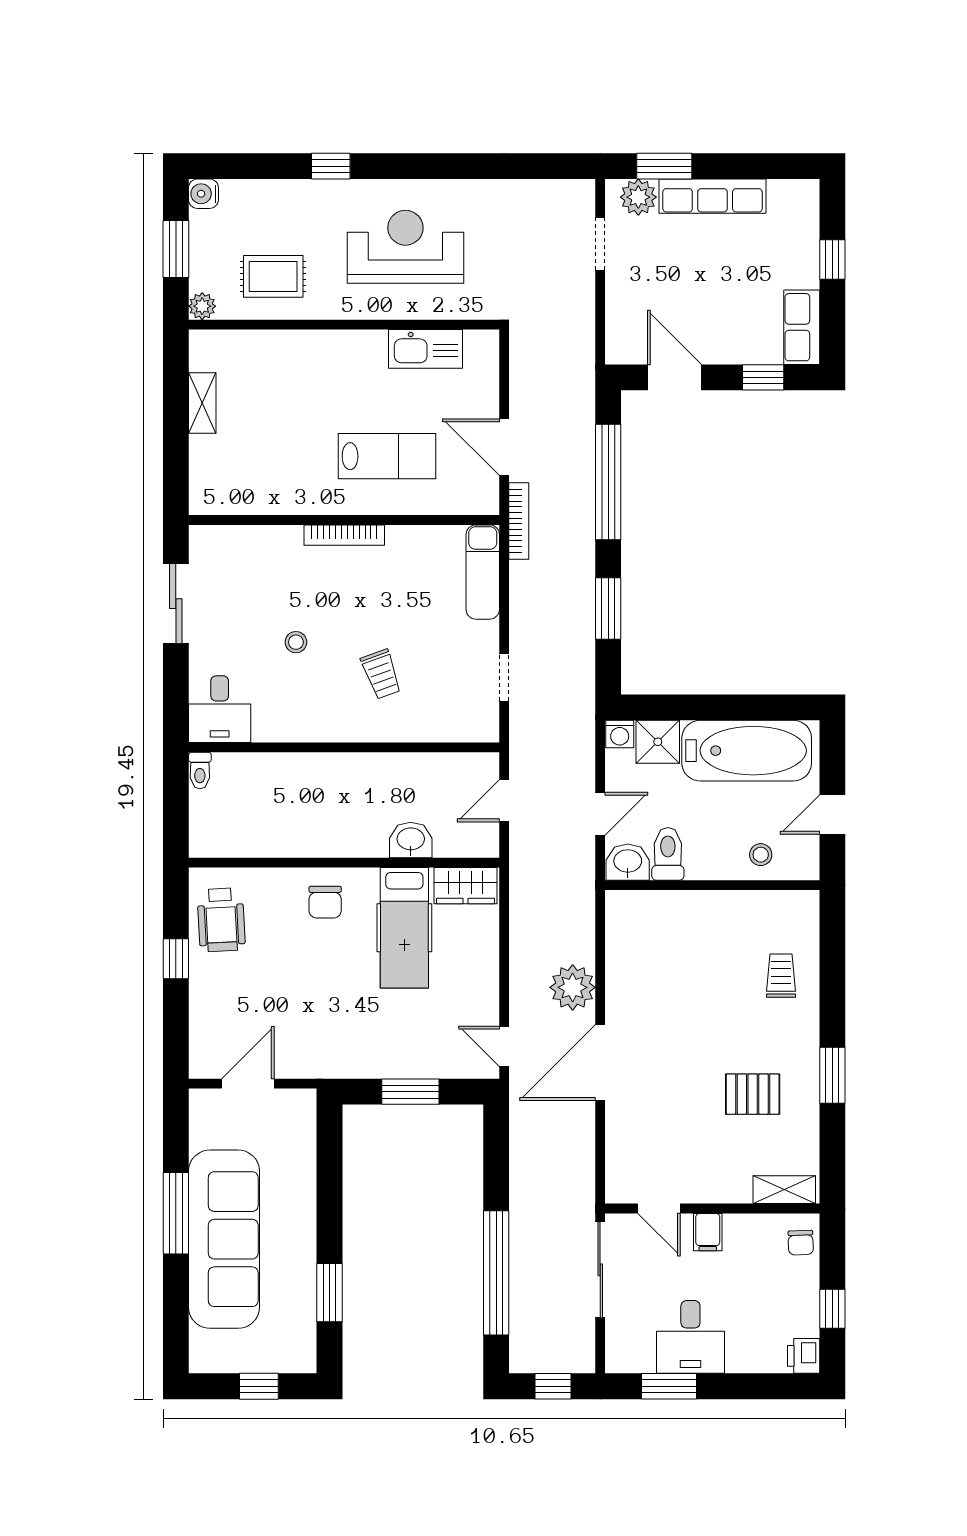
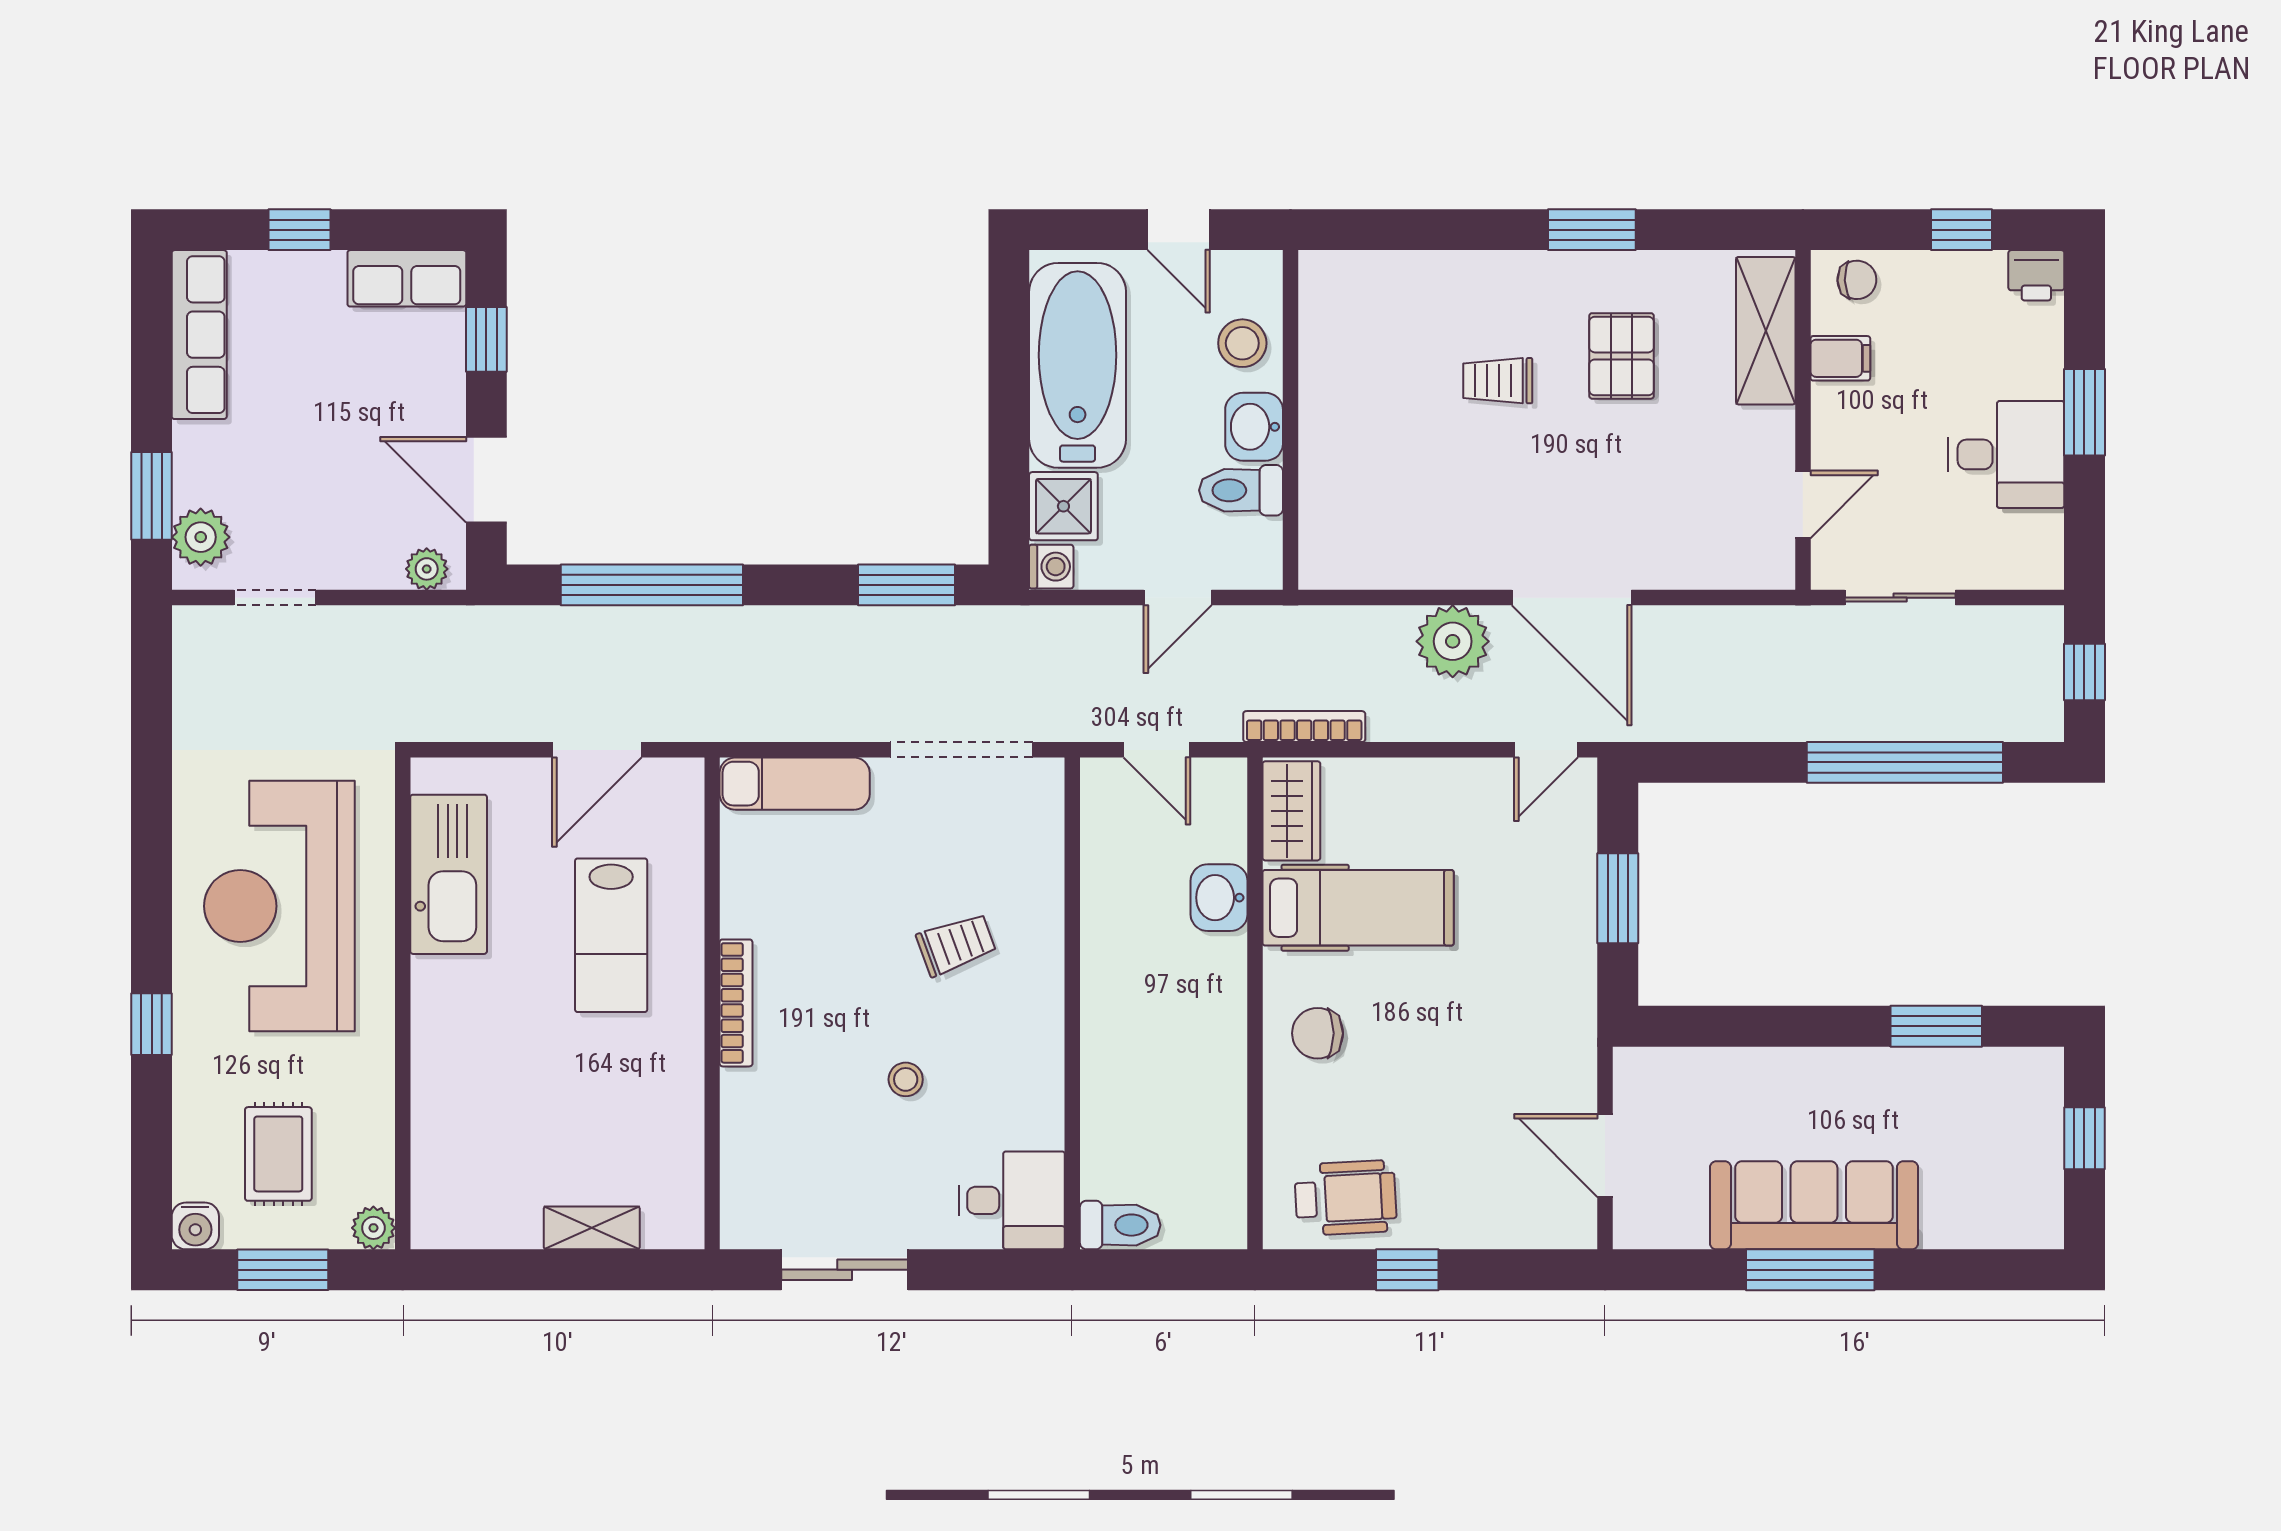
row of seats: (712, 196) -> (199, 335), moved
reception desk: (405, 247) -> (279, 906), width x1.36, depth x1.30
rug: (273, 276) -> (278, 1154), moved
plant: (618, 340) -> (427, 569), added
kitchen sink: (425, 349) -> (449, 874), width x1.36, depth x1.24
door: (674, 377) -> (486, 480), hinge flipped
shelving: (202, 403) -> (592, 1228), moved
lab bench: (387, 456) -> (611, 935), turned 180
bookcase: (519, 521) -> (1304, 727), moved
window: (608, 608) -> (906, 585), moved
doorway: (504, 677) -> (961, 750), width x1.88
toilet: (200, 770) -> (1120, 1225), width x1.37, depth x1.39
door: (600, 814) -> (1178, 598), swing flipped
stool: (761, 855) -> (1242, 343), width x1.37, depth x1.37
washbasin: (628, 862) -> (1254, 427), moved
chair: (325, 902) -> (1318, 1033), turned 180
trolley: (781, 976) -> (1498, 381), moved
shelving: (784, 1190) -> (1766, 331), width x1.50, depth x1.33
filing cabinet: (708, 1232) -> (1840, 358), moved
sofa: (224, 1239) -> (1814, 1205), width x0.74, depth x0.79
sliding door: (600, 1270) -> (1900, 598), width x0.73
window: (669, 1386) -> (2084, 412), moved

